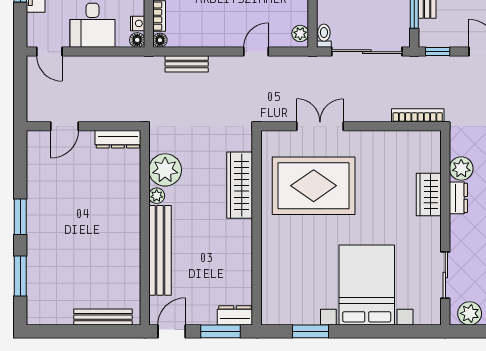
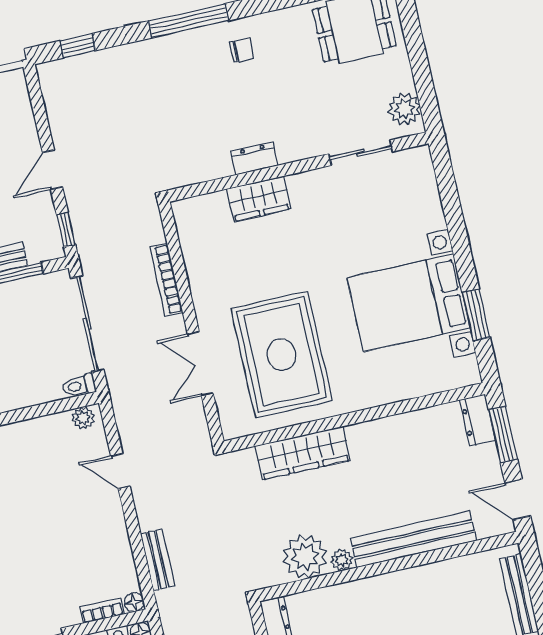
bookcase: (418, 115) -> (166, 280), moved
plant: (461, 168) -> (214, 163), removed
bed with nightstands: (367, 285) -> (409, 303), moved

